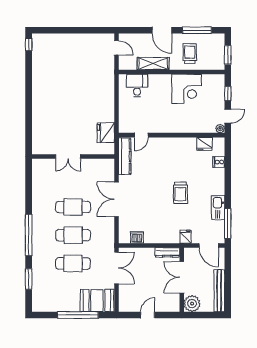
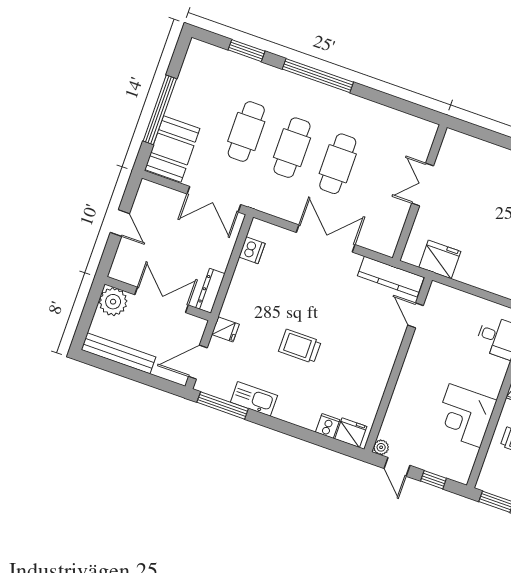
fridge: (204, 144) -> (351, 433), moved, turned 90

